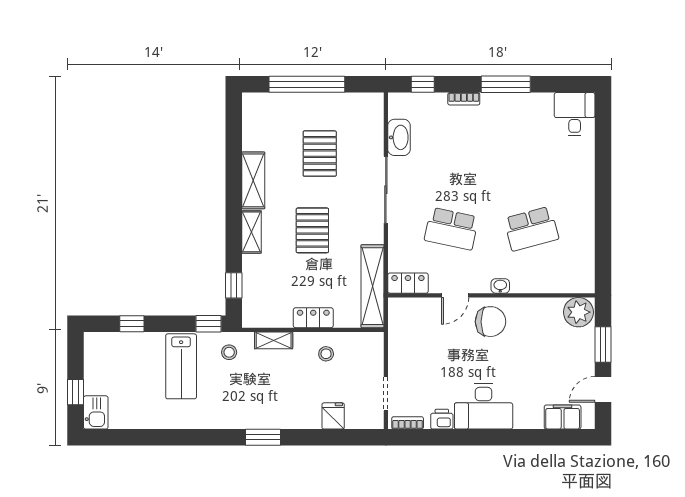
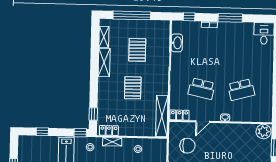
shelving: (251, 232) -> (104, 37), moved
locker: (313, 318) -> (109, 130), moved
chair: (491, 322) -> (187, 146), moved

